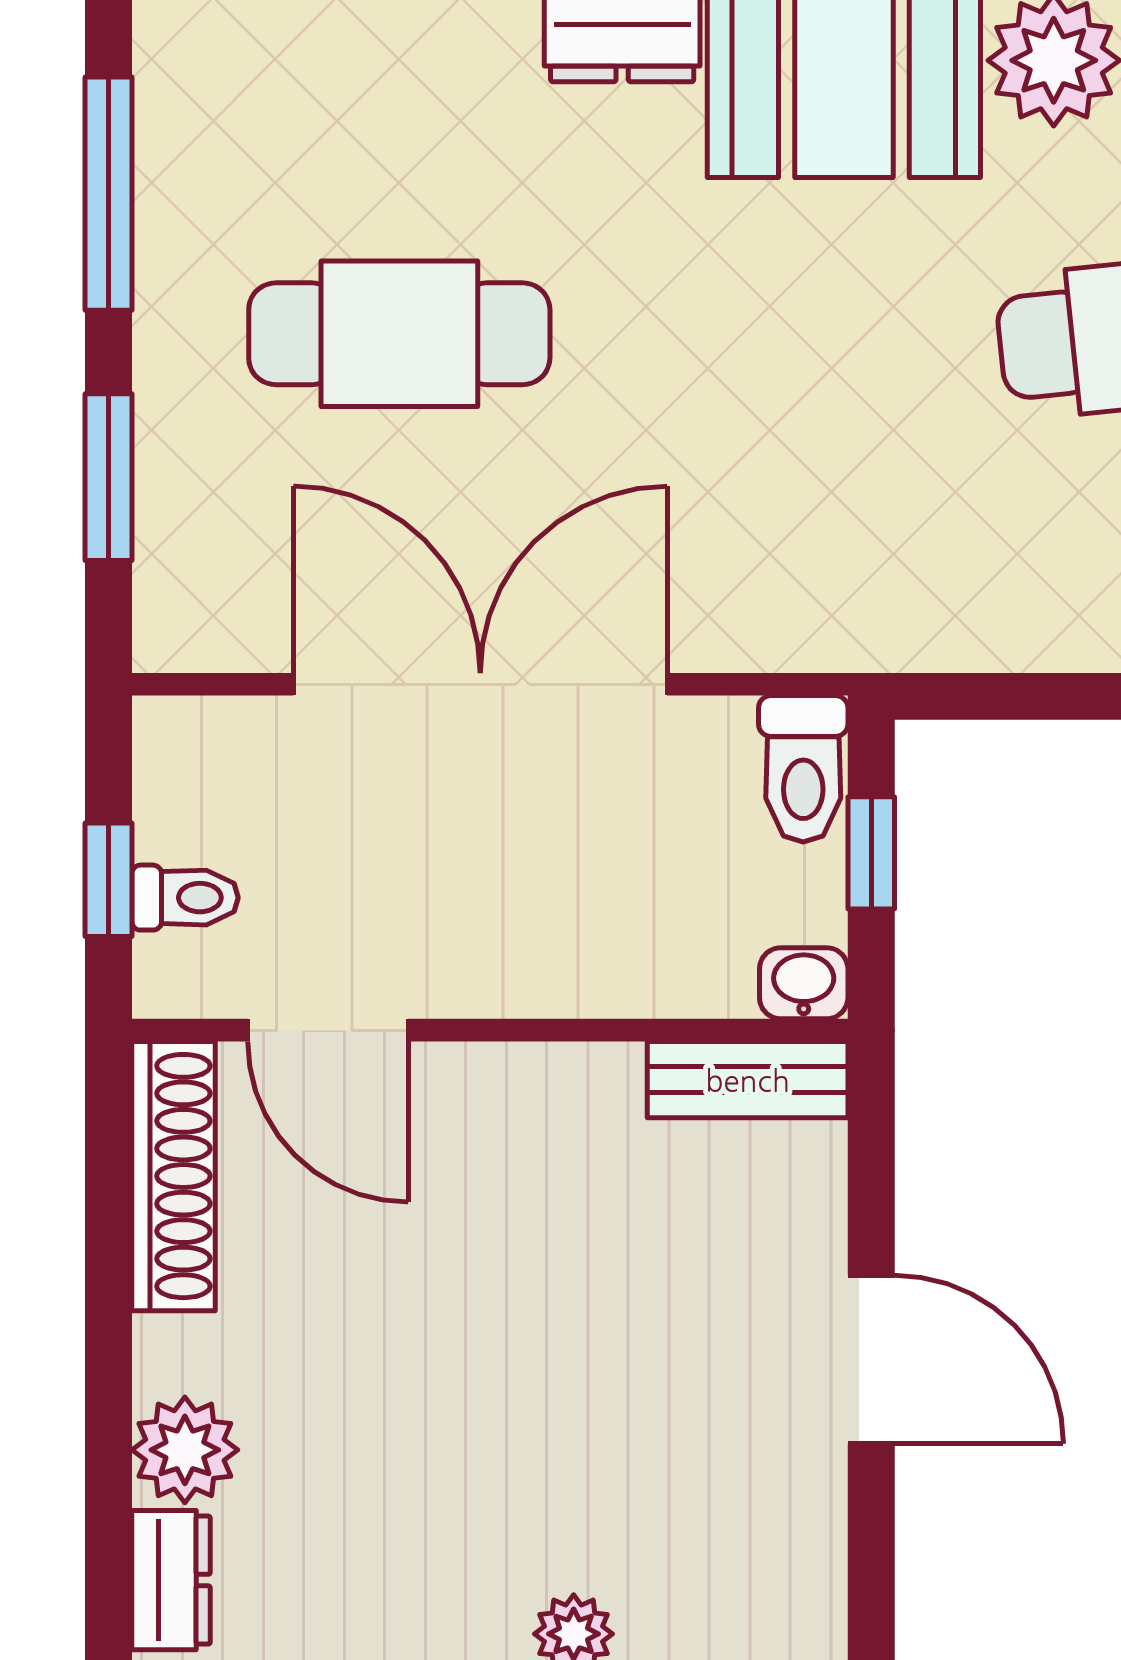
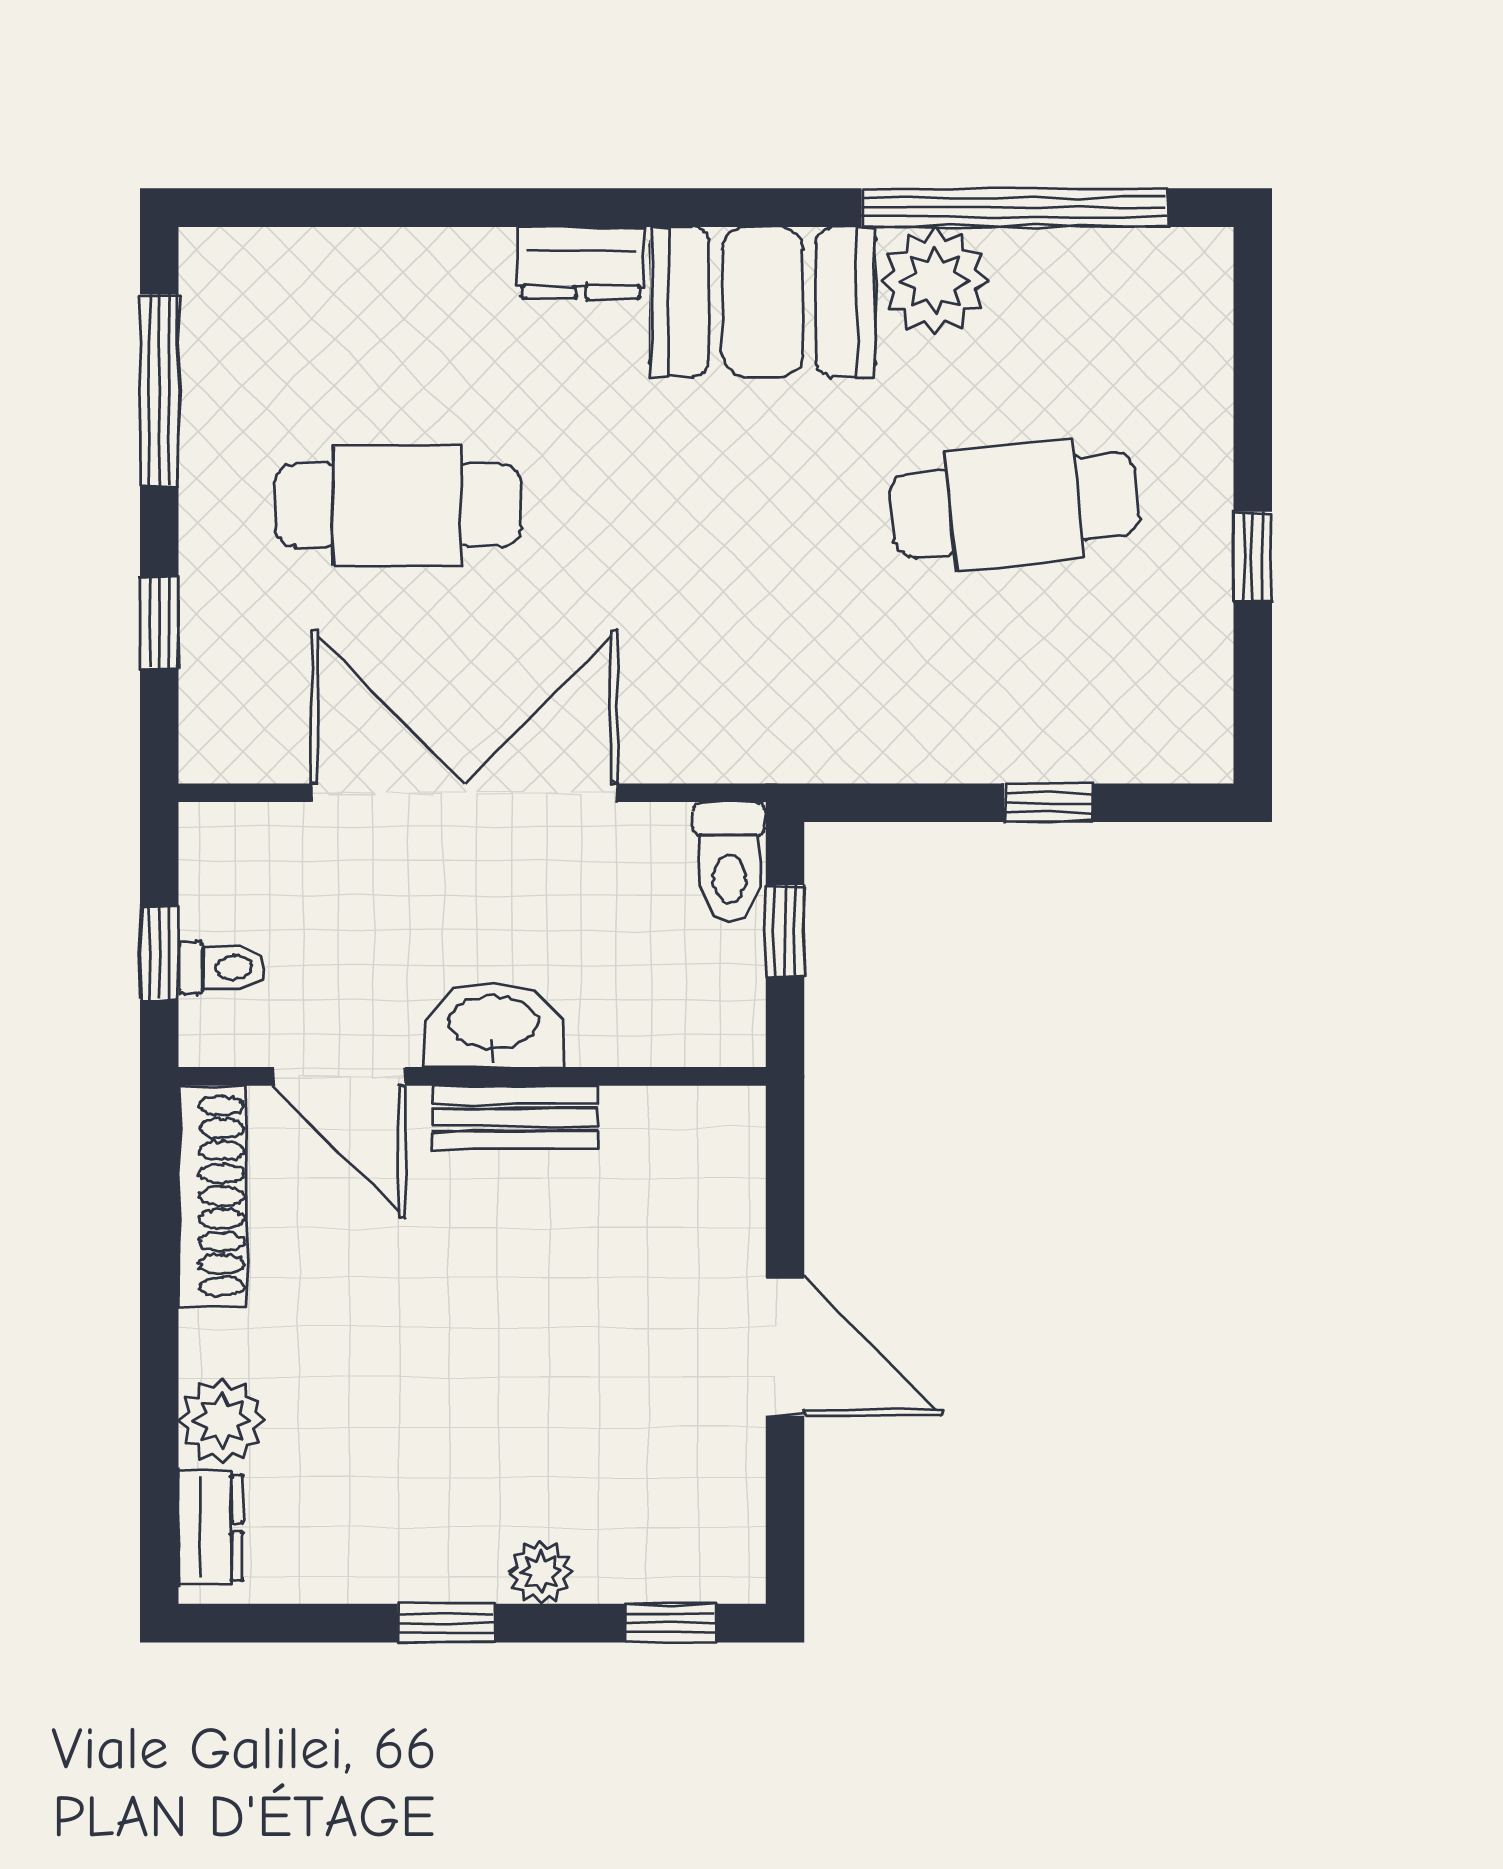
window: (108, 477) -> (159, 623), width x0.67
washbasin: (804, 983) -> (493, 1025), moved, width x1.91, depth x1.45
bench: (748, 1080) -> (515, 1117), moved

